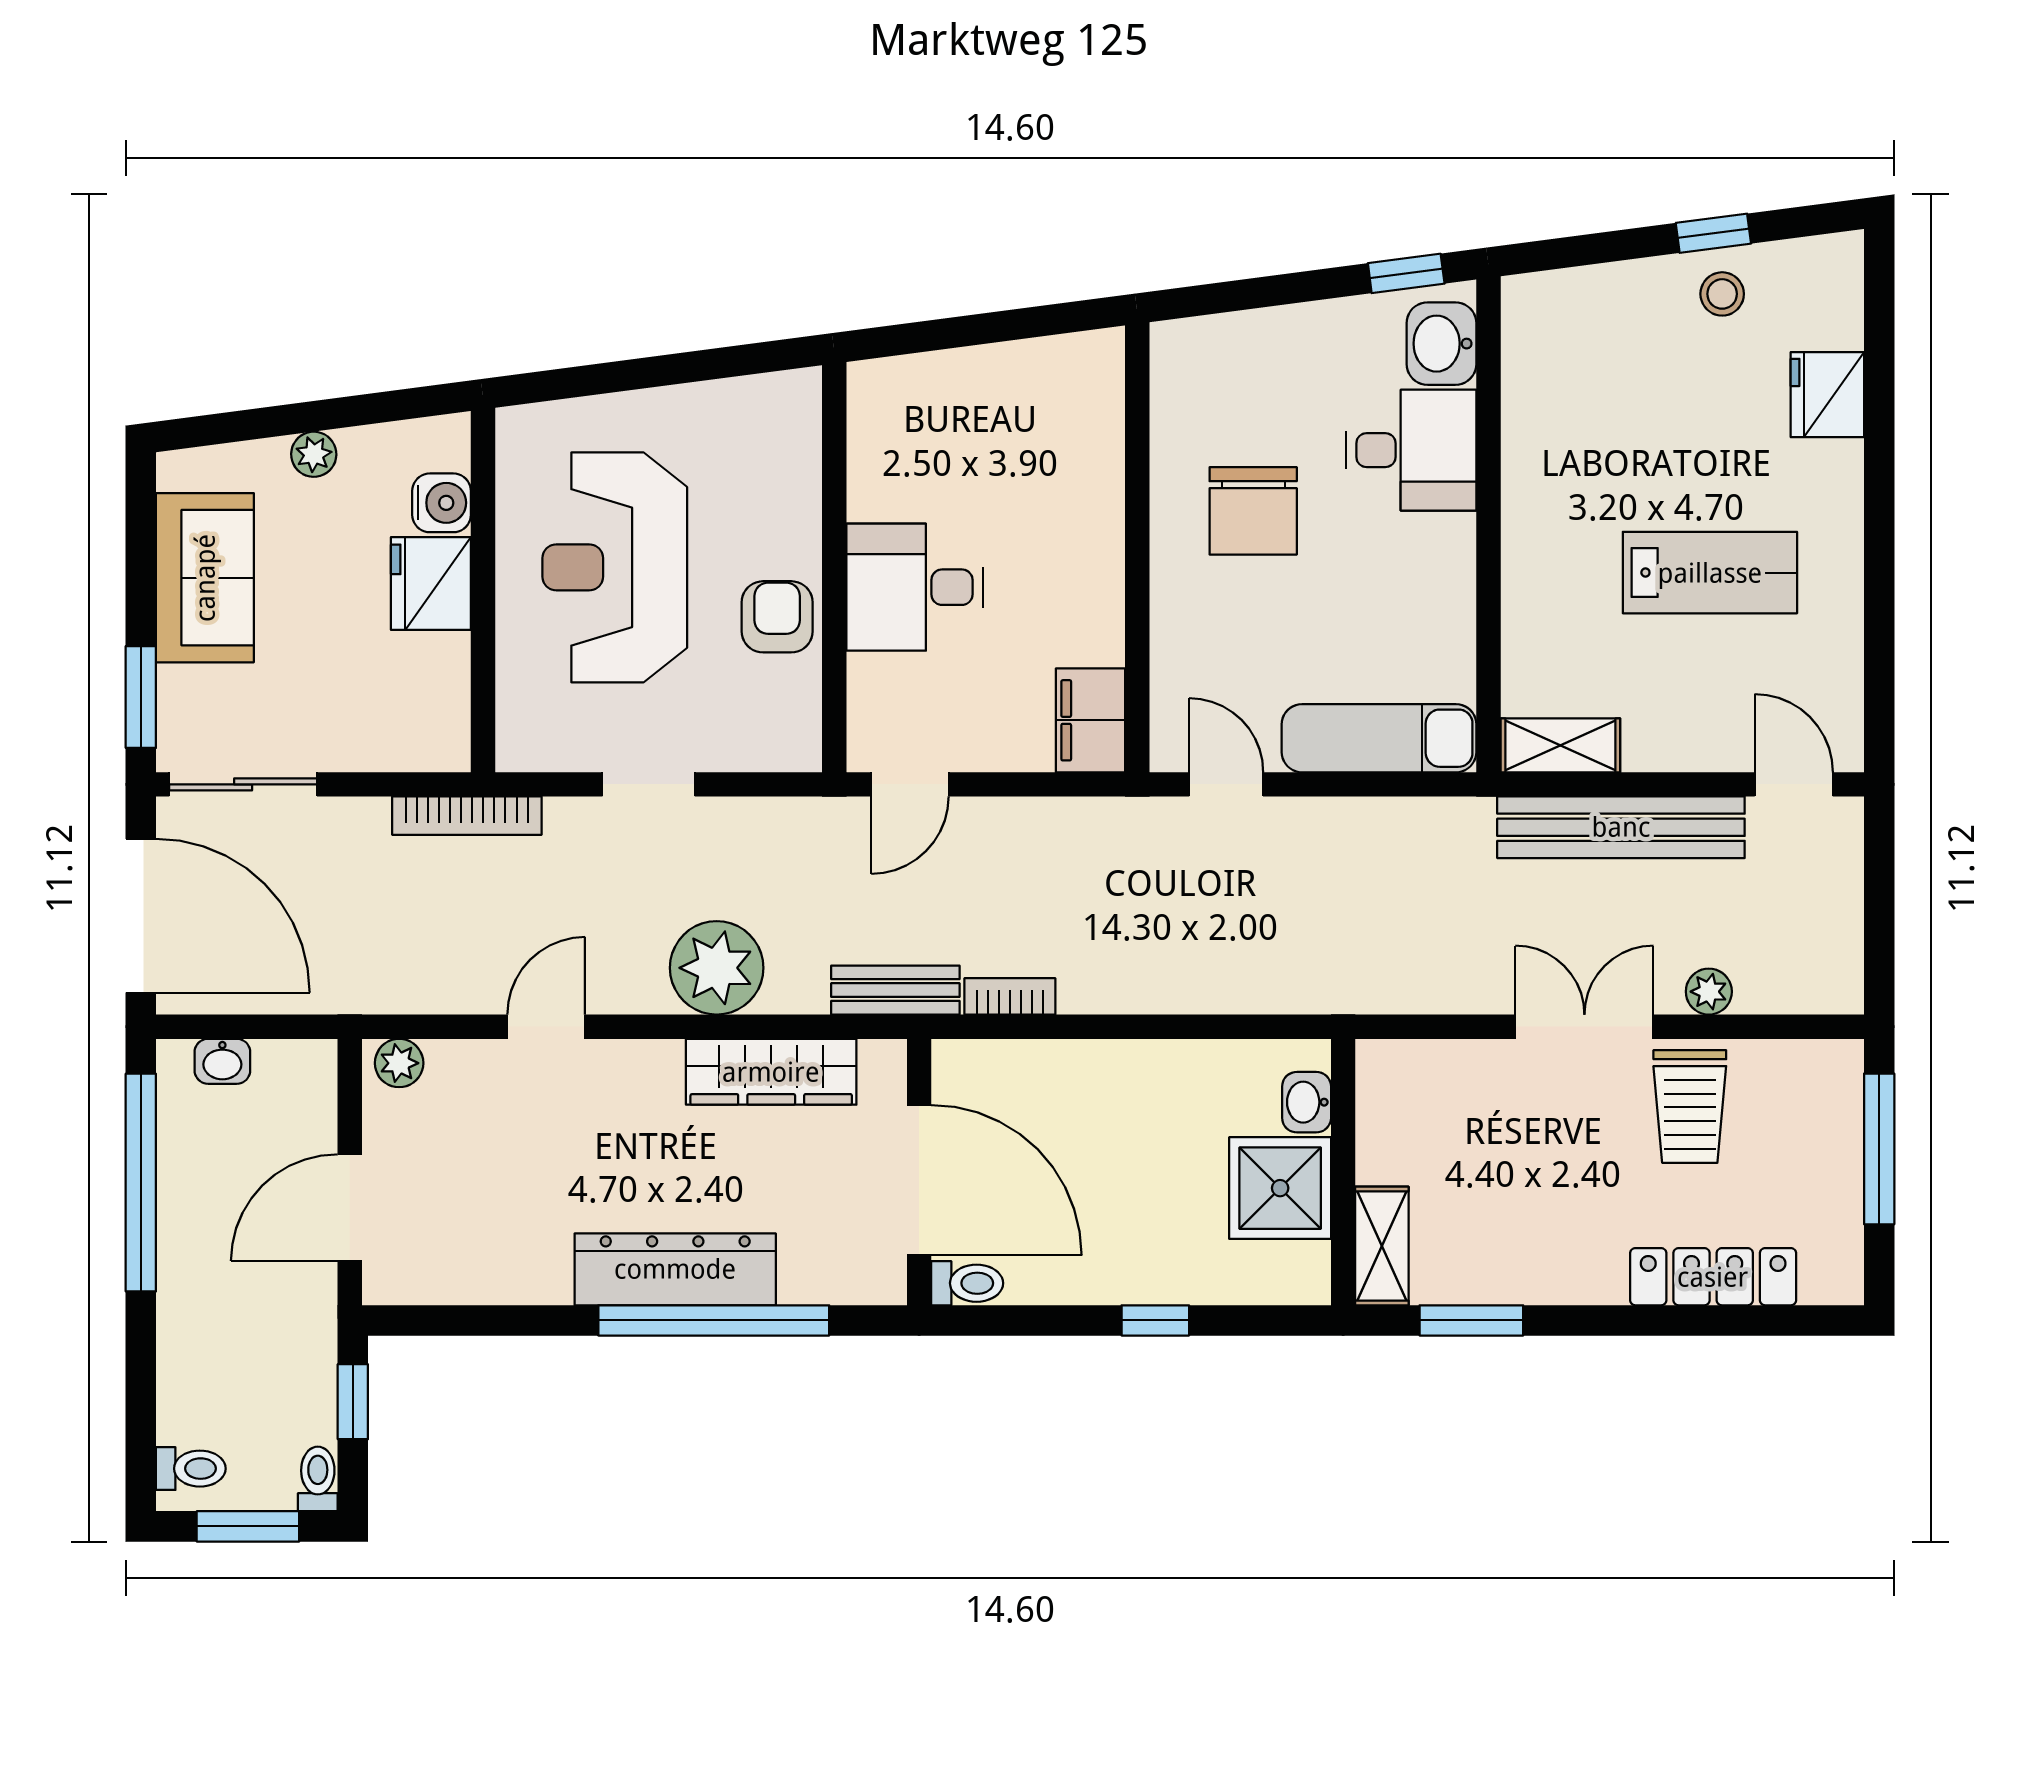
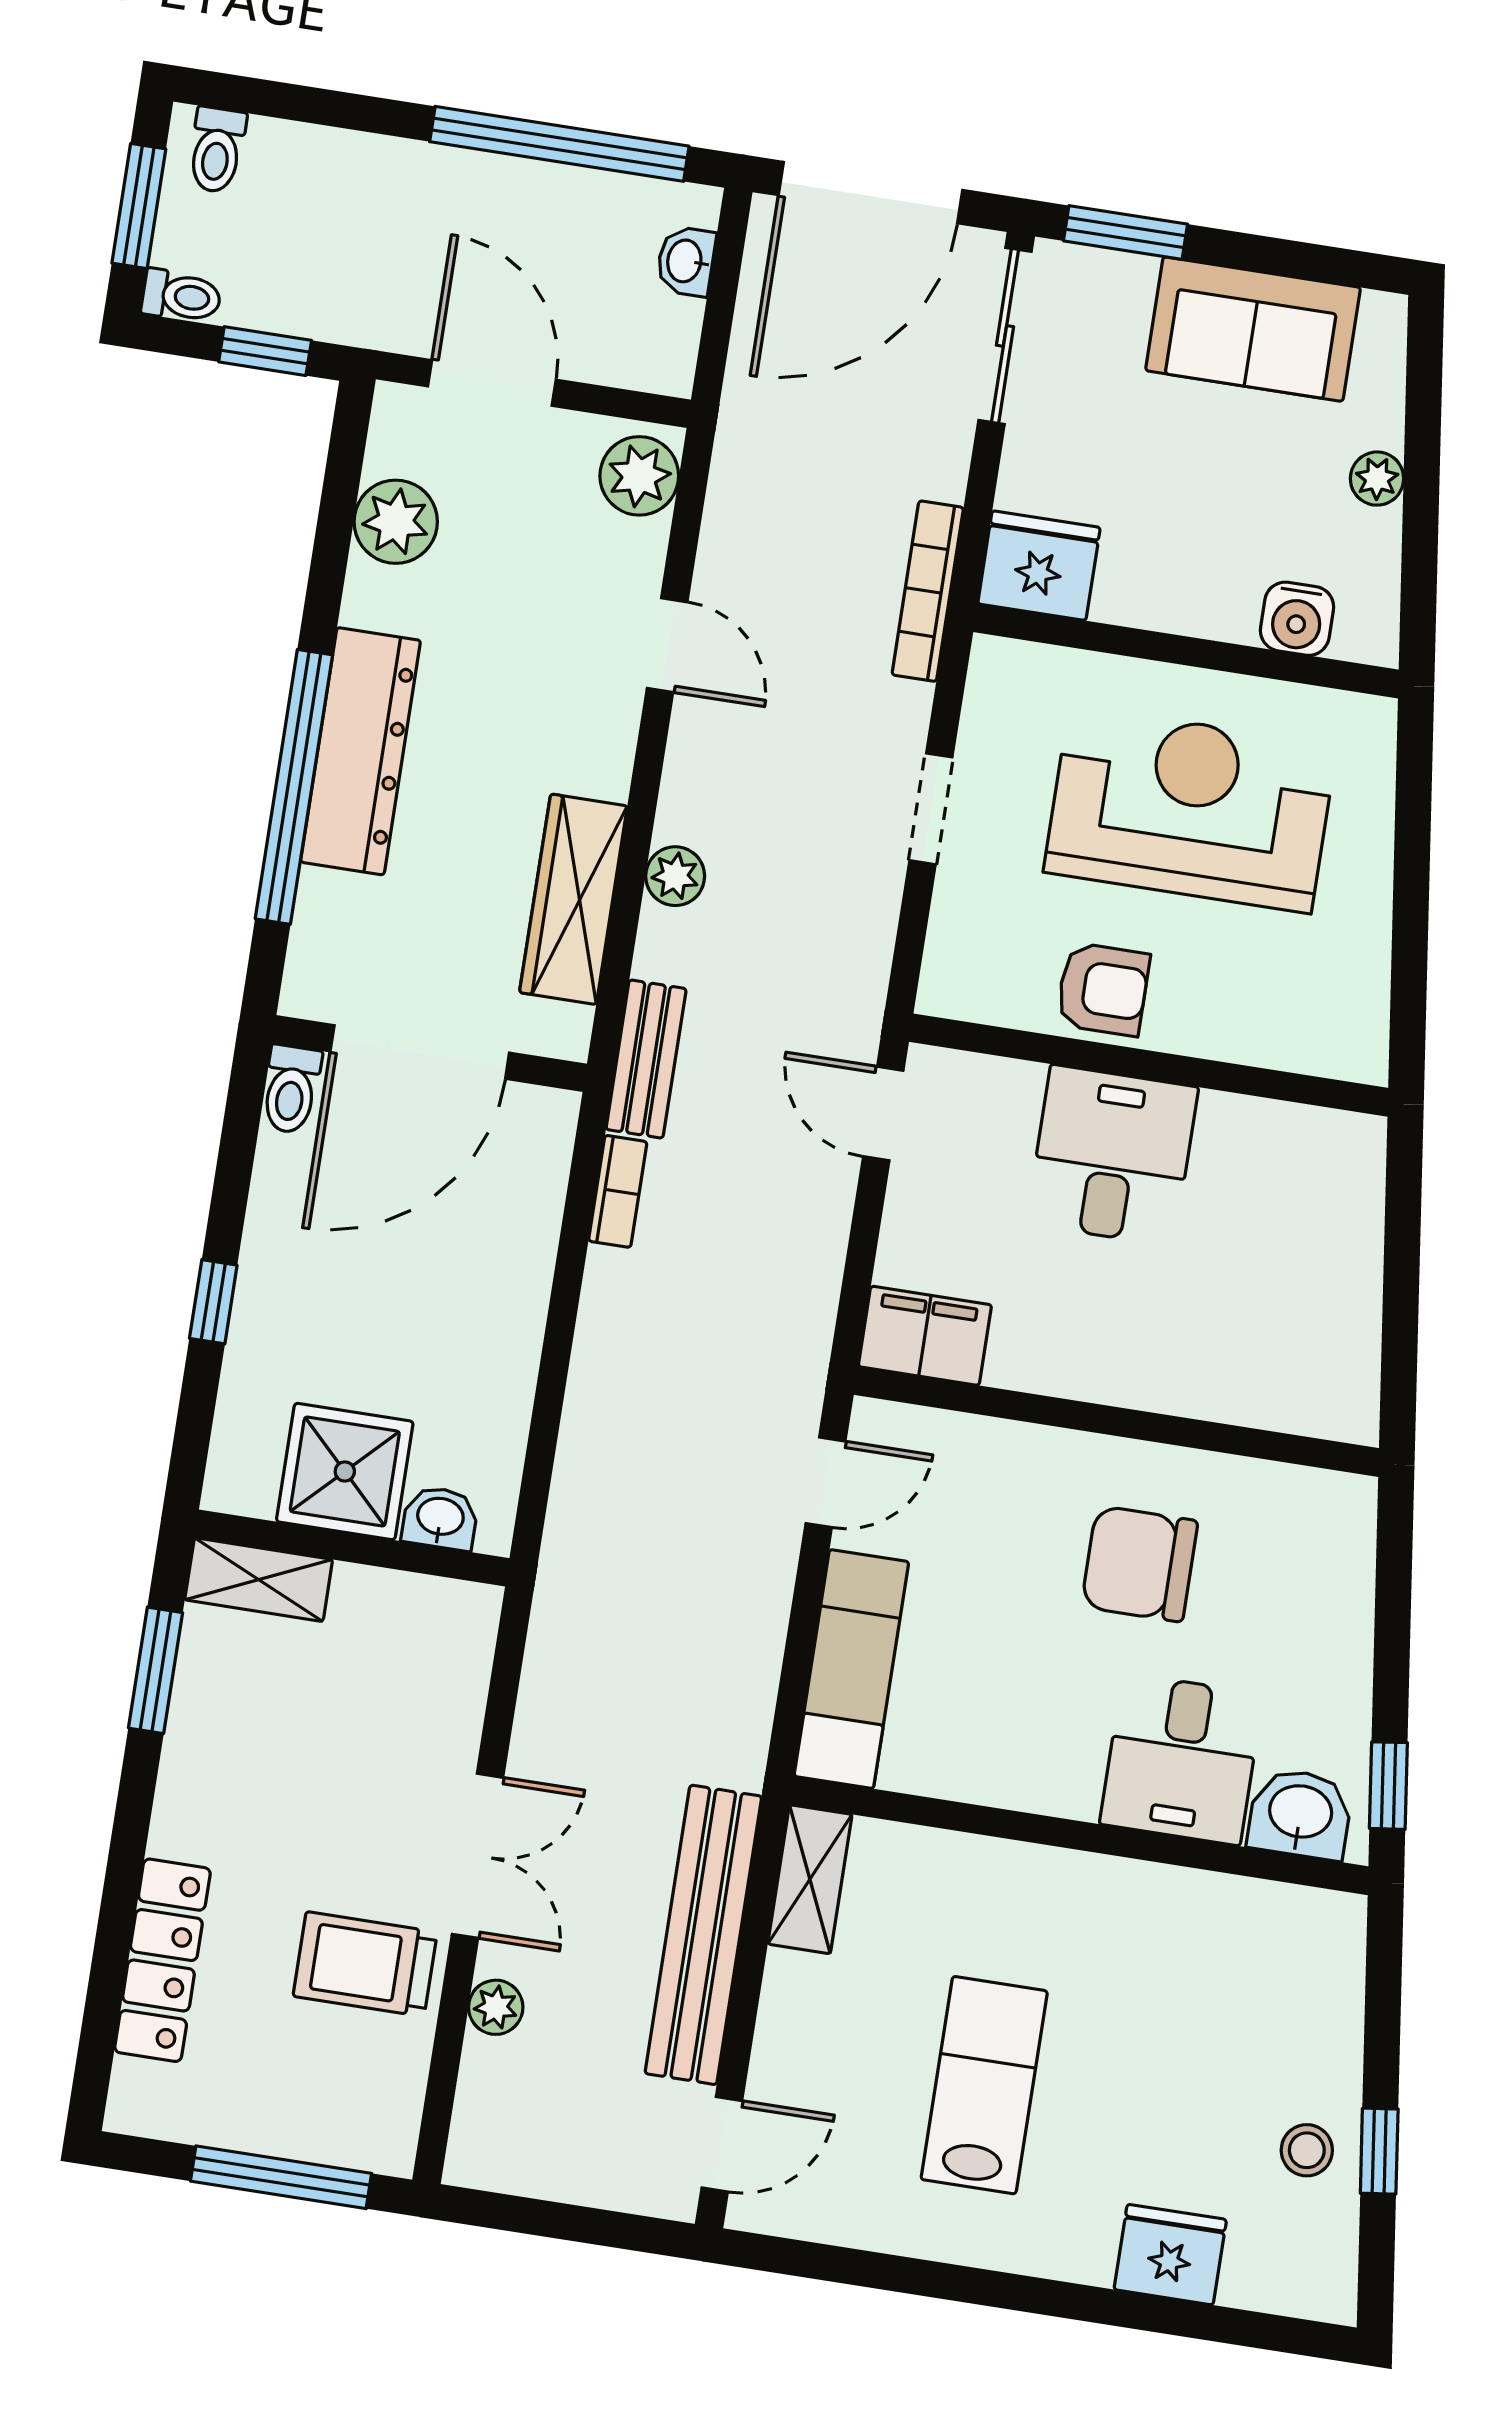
lab bench: (1710, 573) -> (984, 2085), turned 180
fridge: (431, 584) -> (1039, 566), moved
plant: (717, 968) -> (675, 876), width x0.53, depth x0.53
plant: (399, 1063) -> (639, 476), width x1.38, depth x1.38
plant: (479, 1270) -> (396, 522), added

